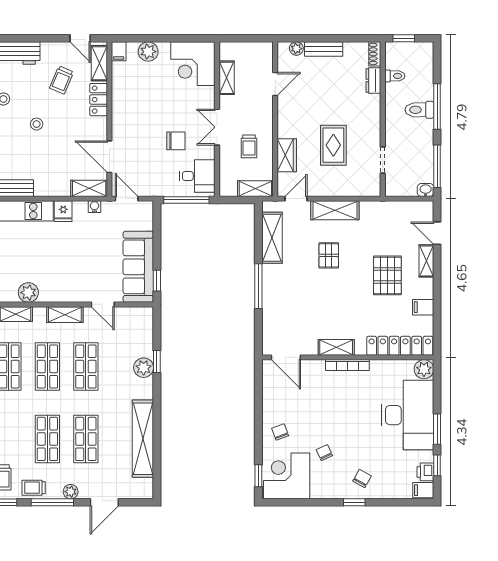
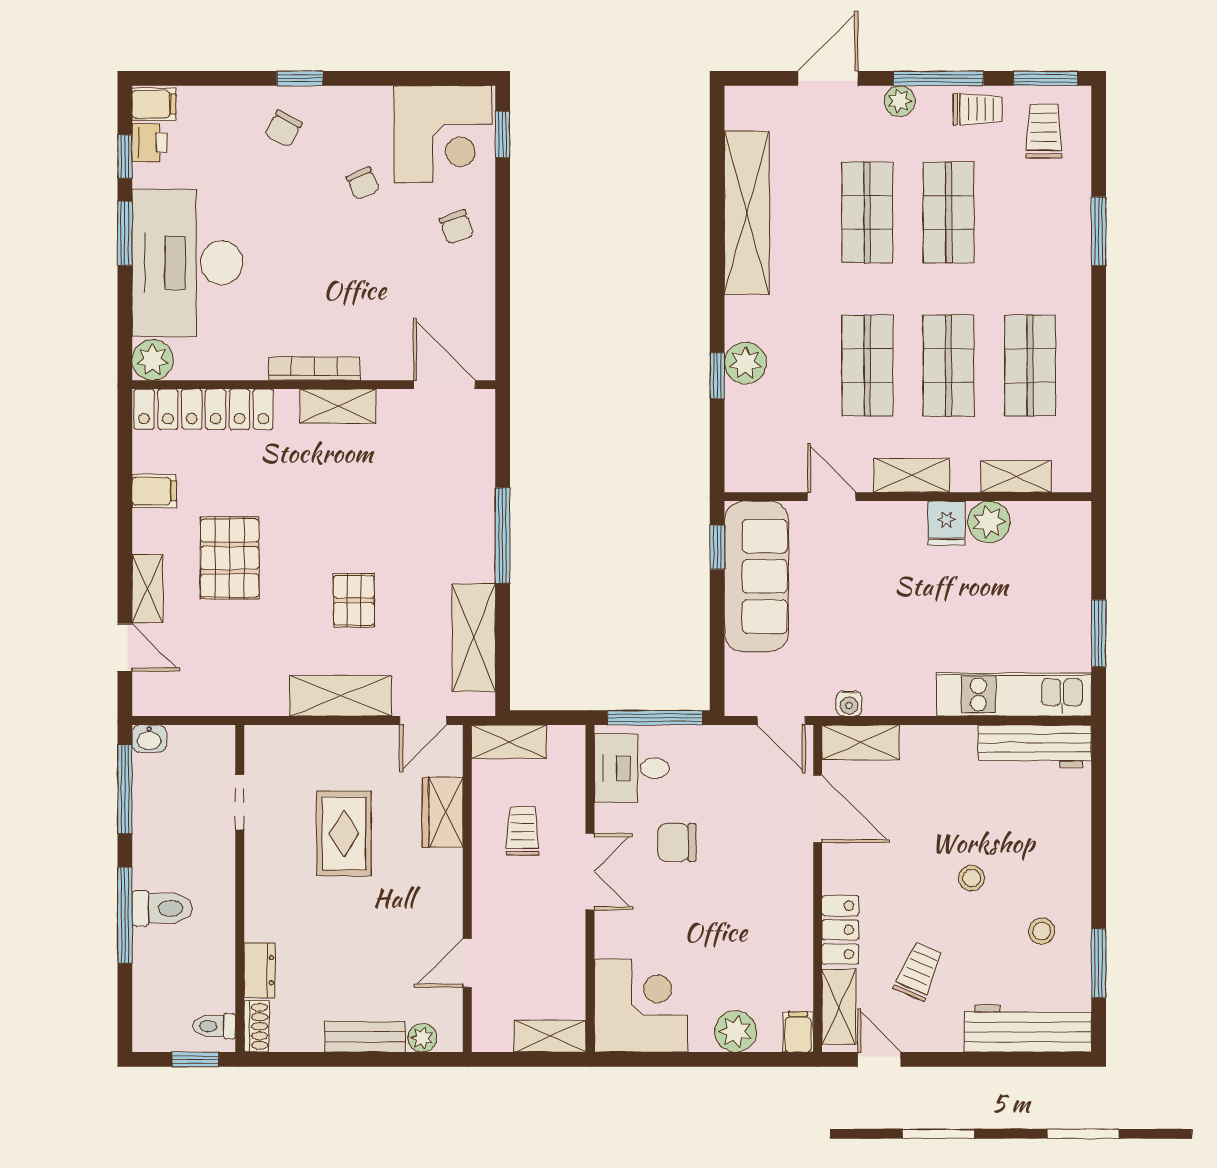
toilet: (395, 76) -> (214, 1026), moved
shelving: (227, 78) -> (550, 1036), moved, turned 90
fridge: (63, 211) -> (946, 523), moved, turned 180

